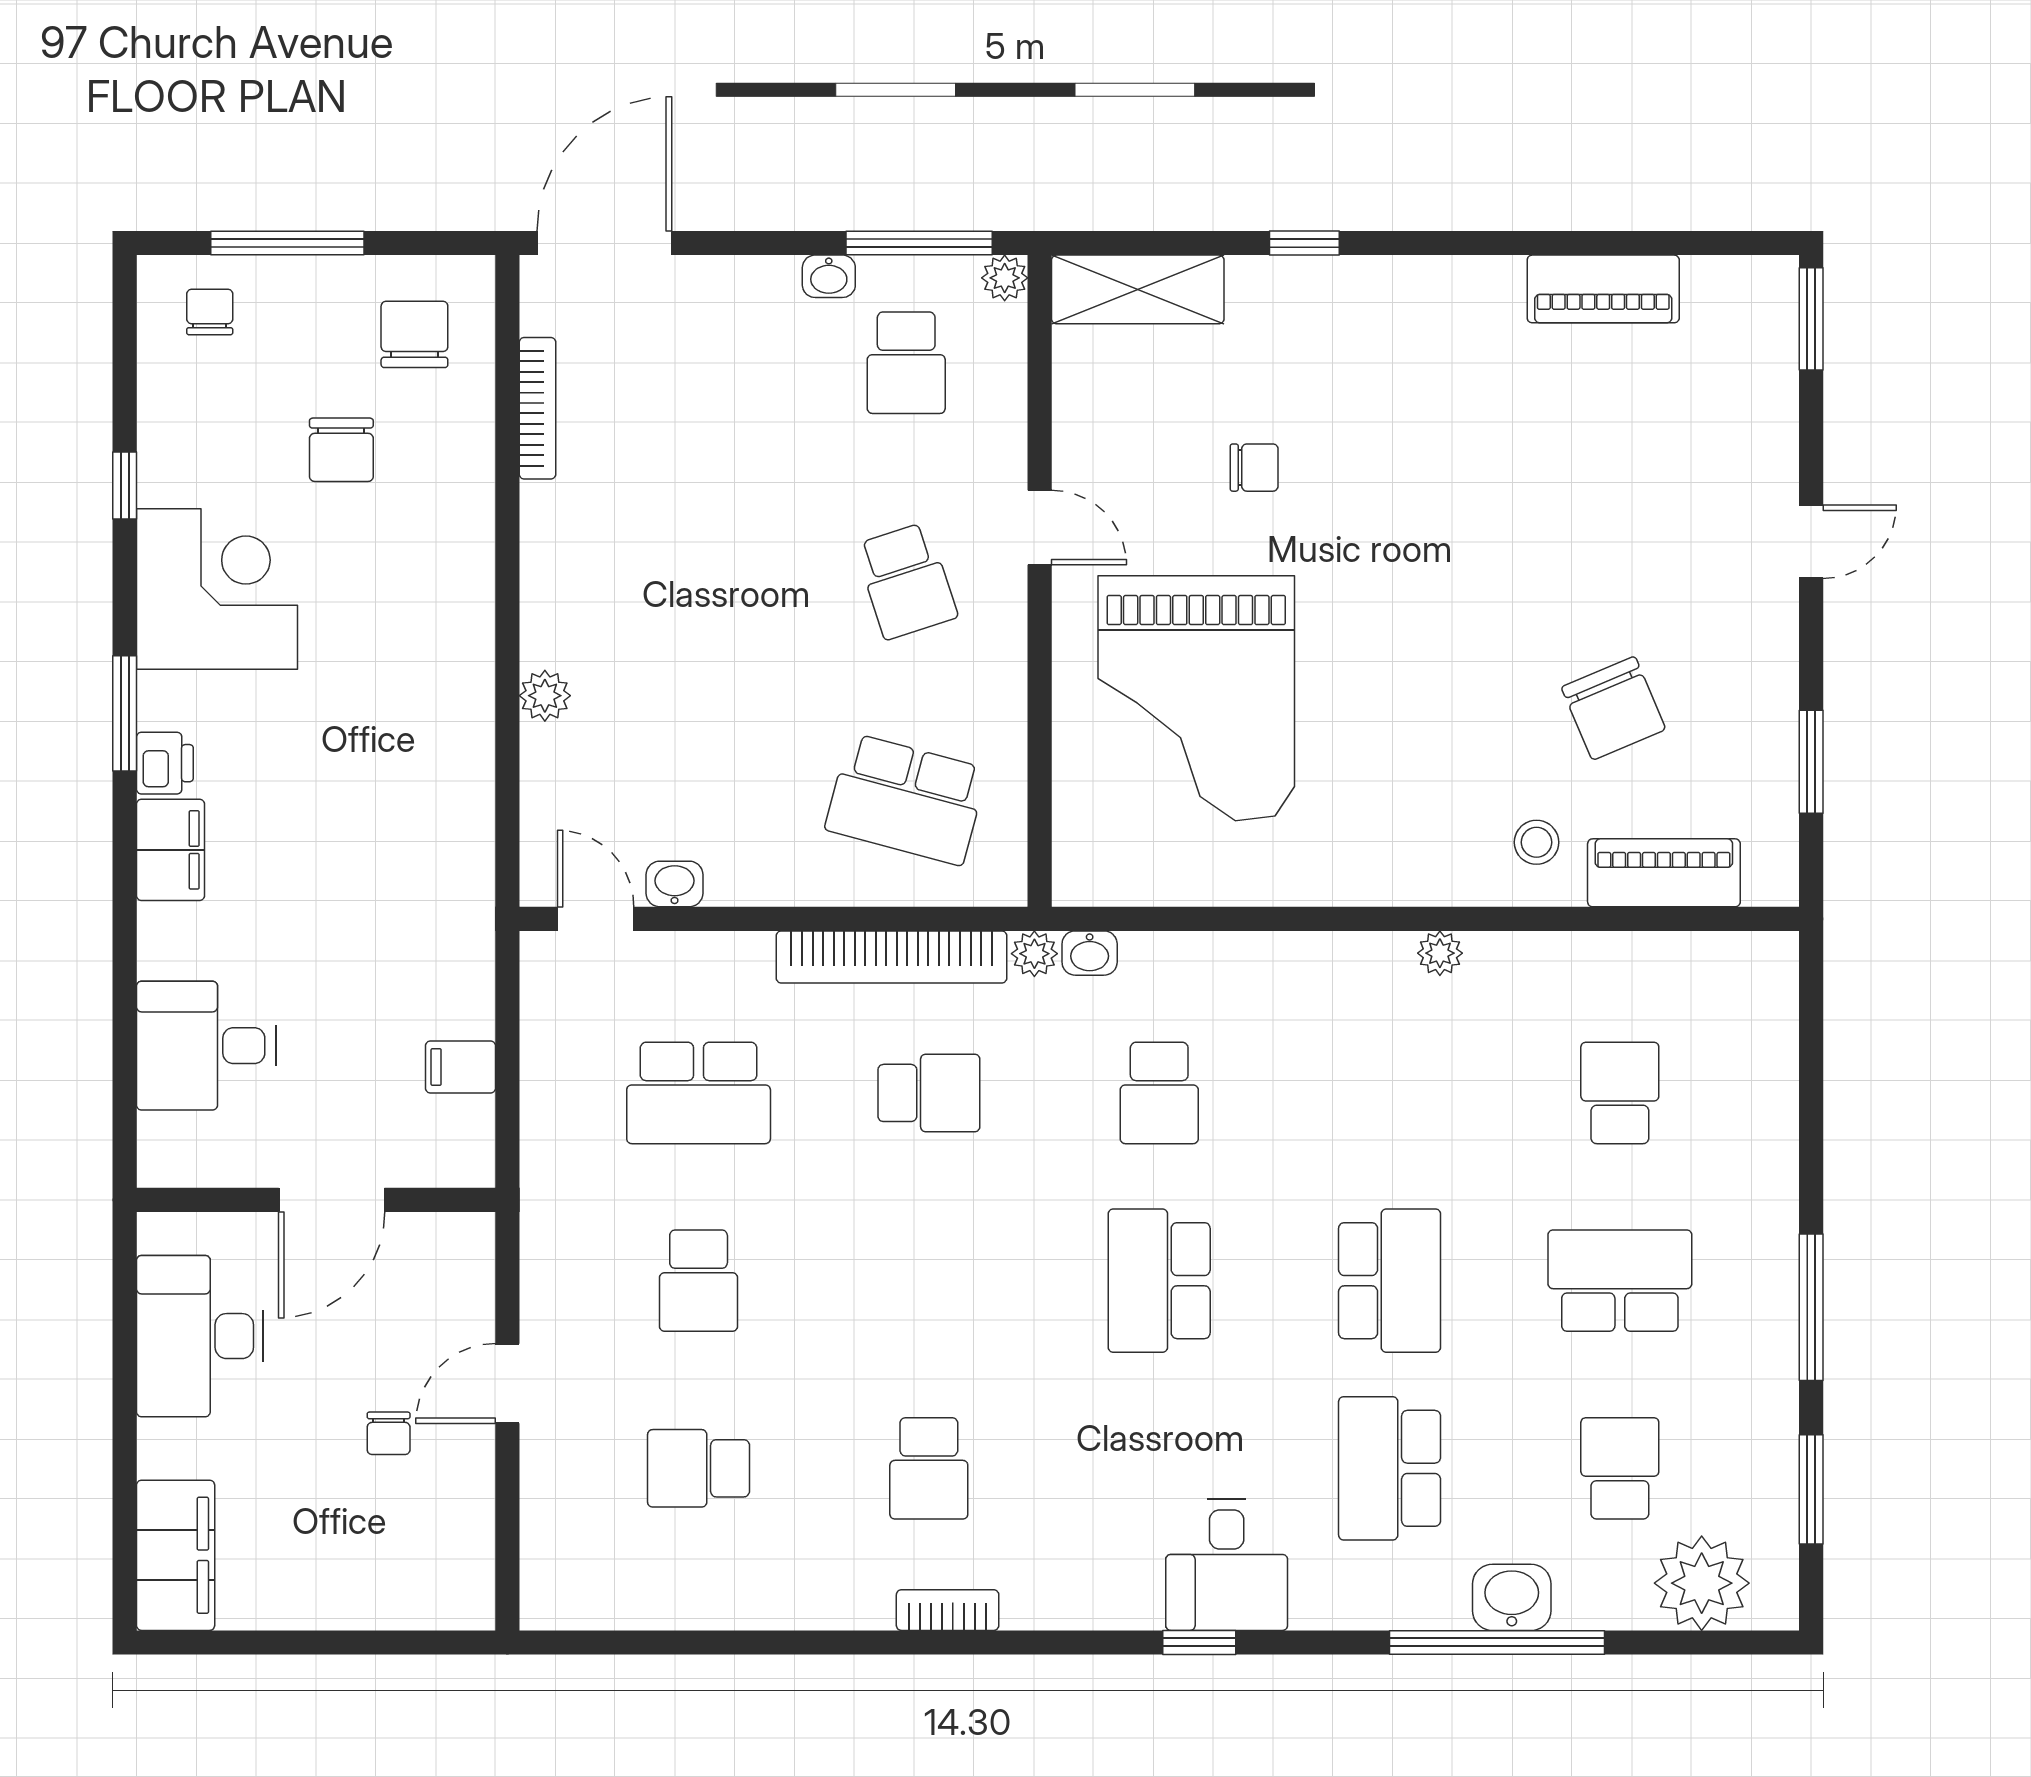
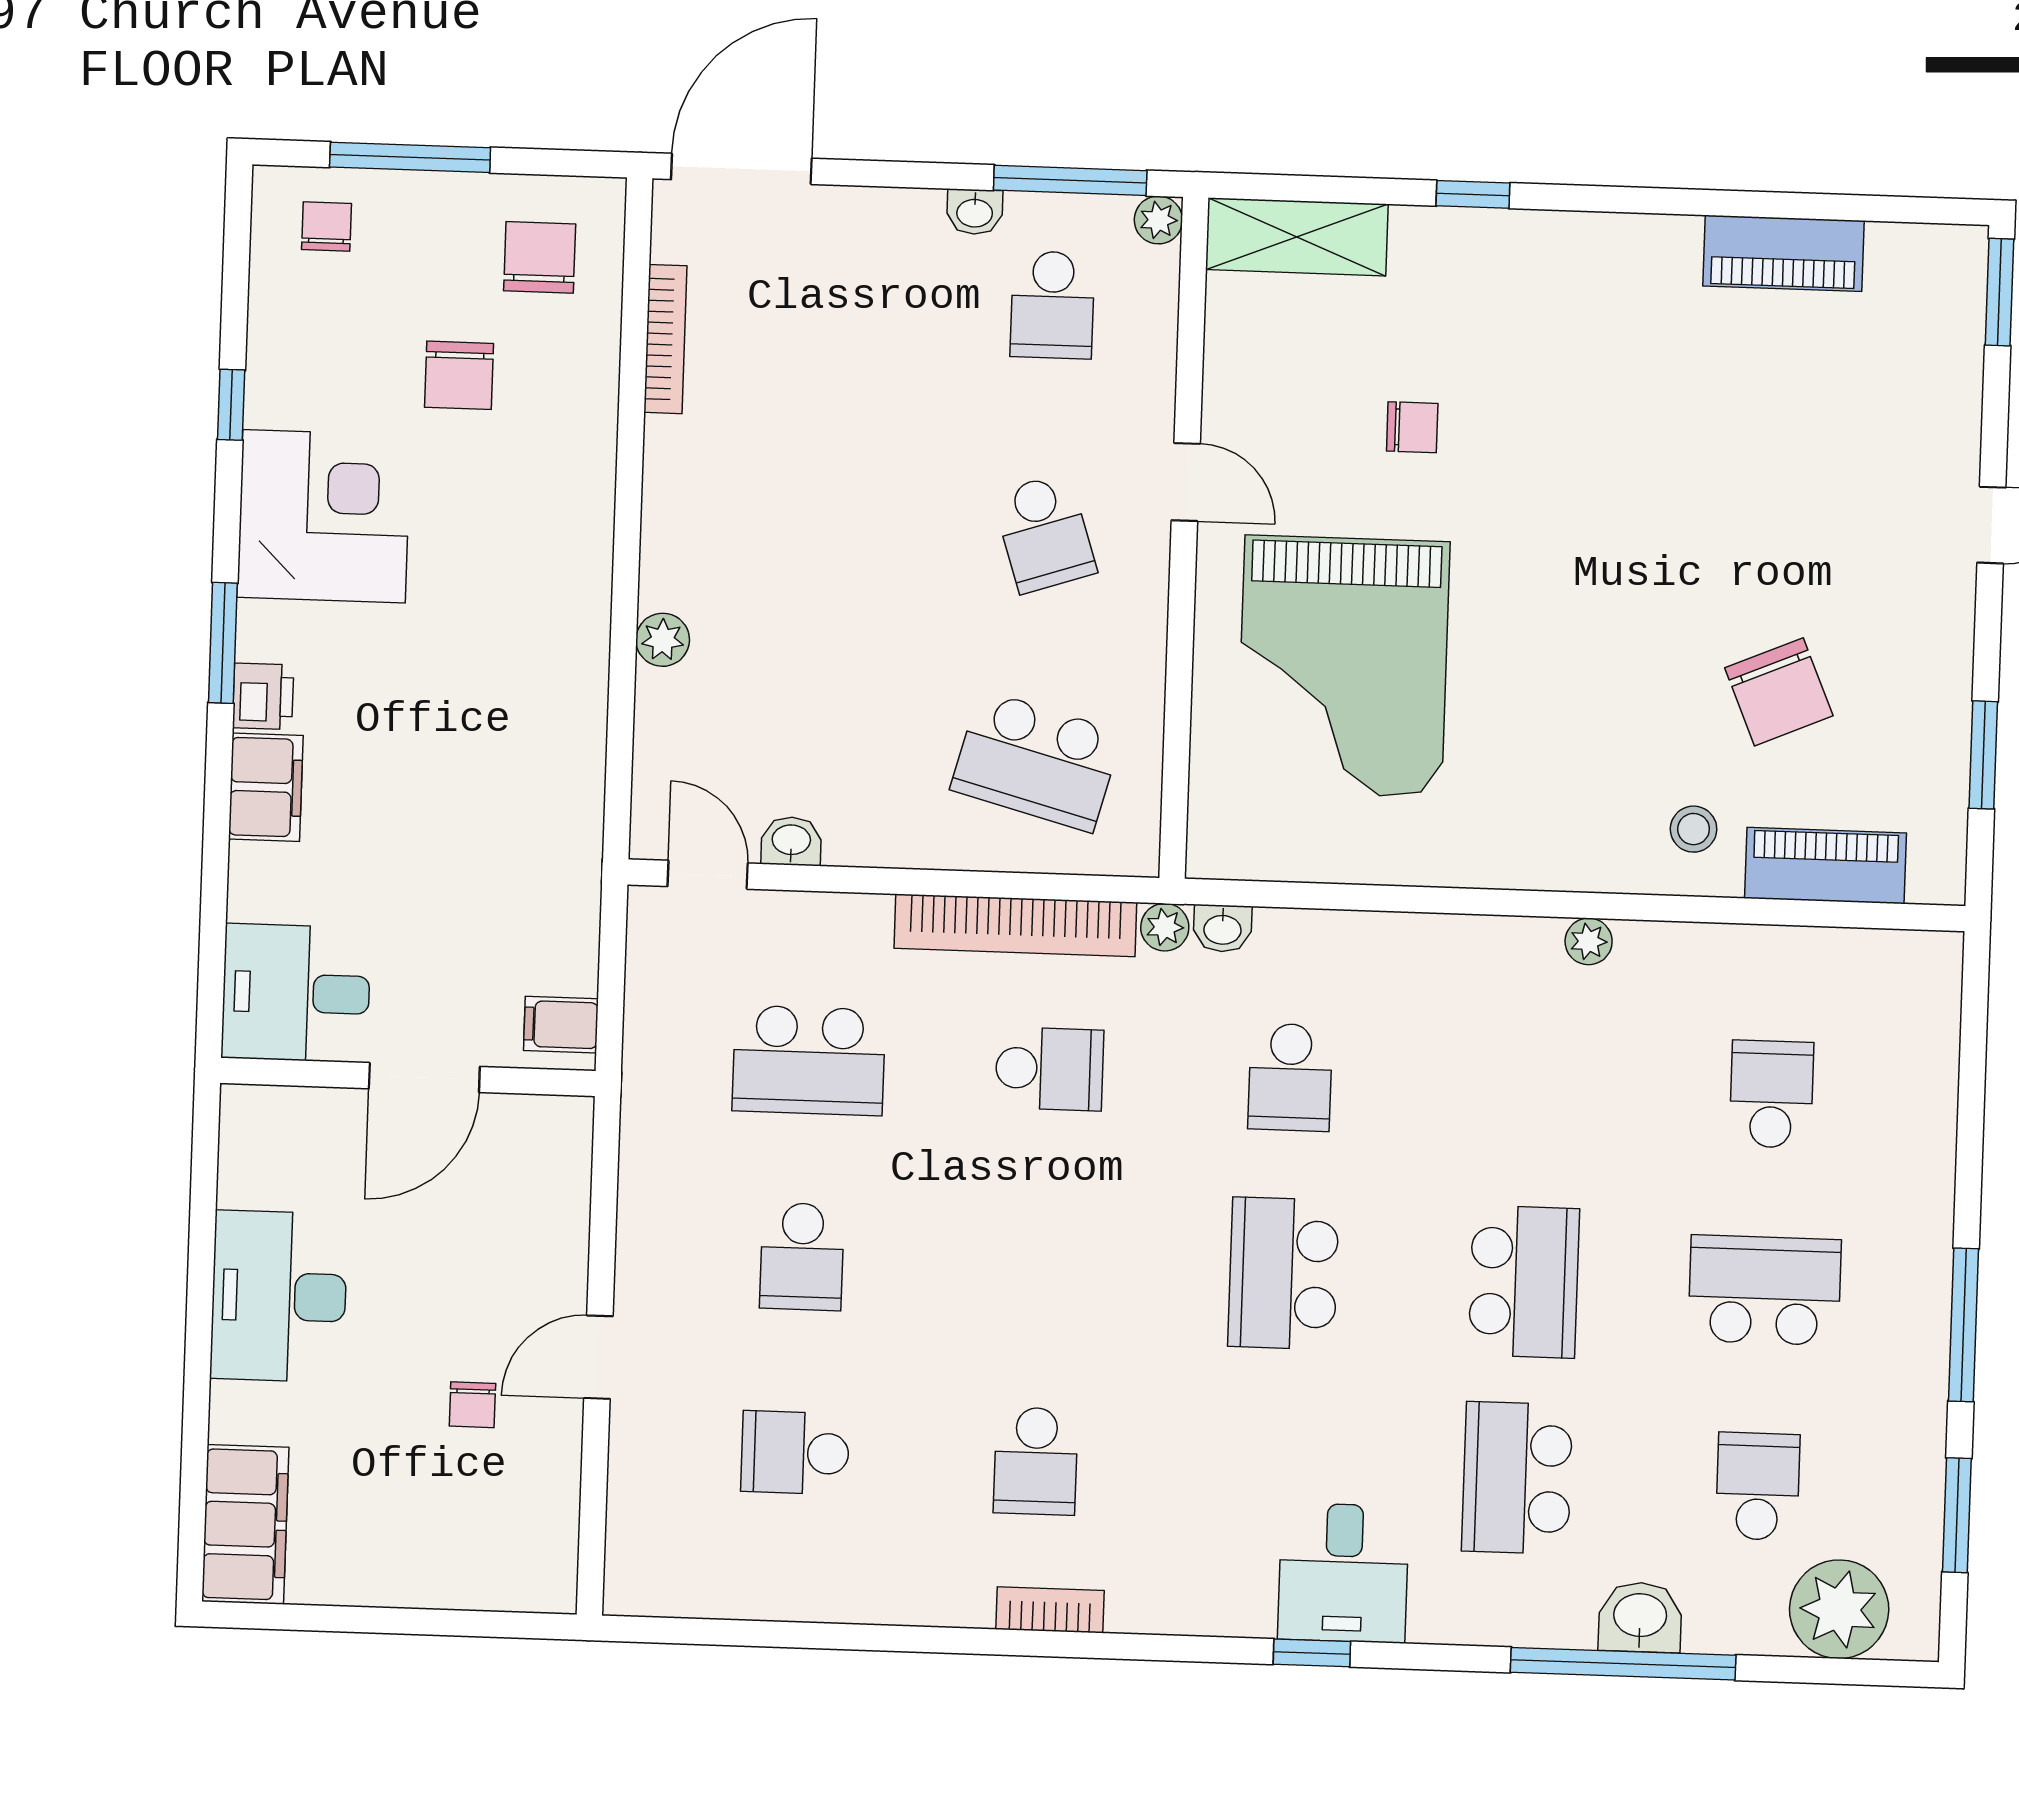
wall: (316, 1200) -> (408, 1077), moved
door: (332, 1200) -> (424, 1078), moved

